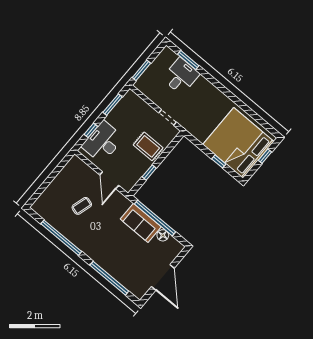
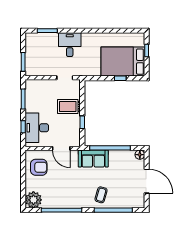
desk: (181, 76) -> (70, 45), moved
bed: (238, 143) -> (123, 62), width x0.73
armchair: (74, 180) -> (39, 167), added
plant: (43, 206) -> (33, 200), added
coffee table: (82, 206) -> (101, 195), moved
sofa: (141, 223) -> (93, 159), moved
floor lamp: (163, 235) -> (140, 155), moved

